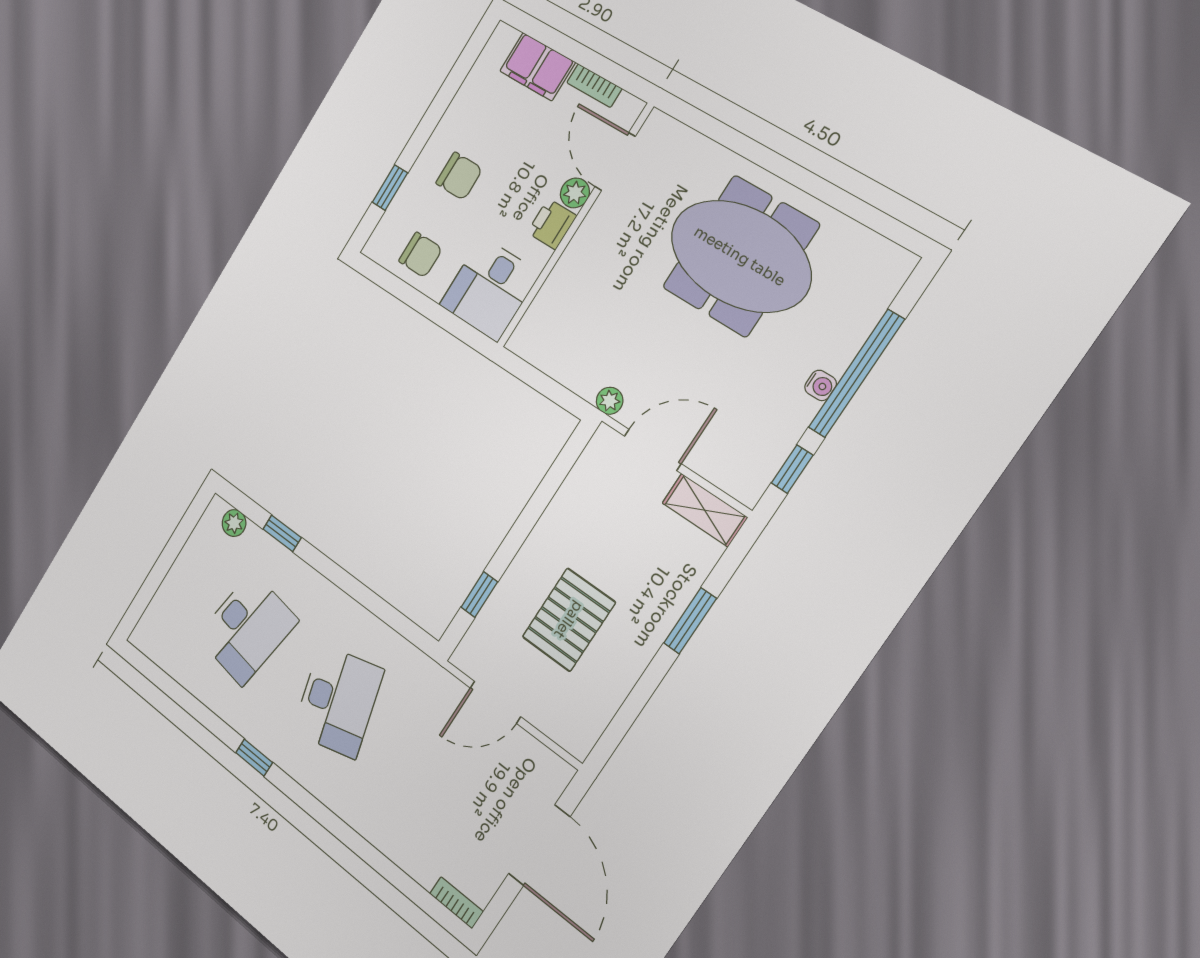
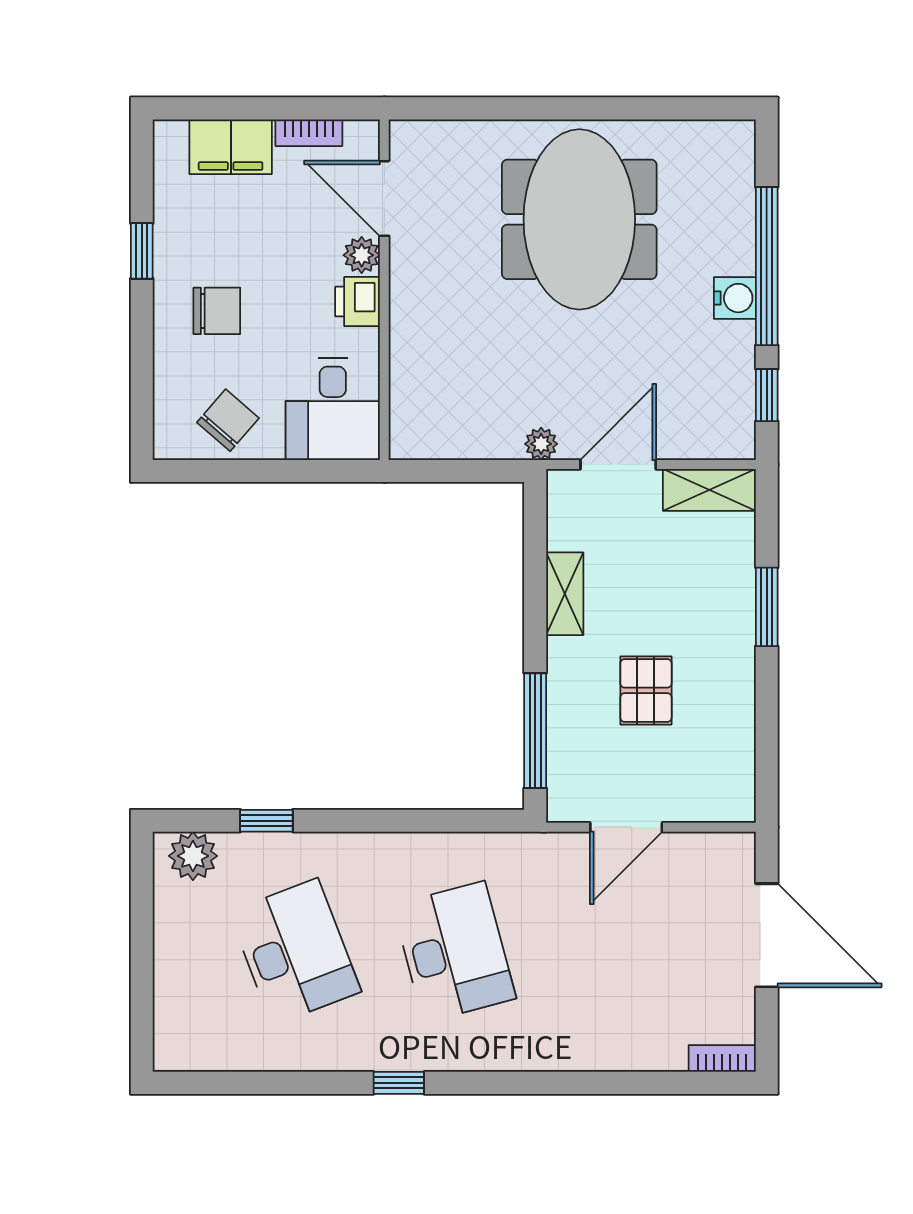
window: (390, 188) -> (142, 251), moved
chair: (420, 255) -> (228, 420), turned -49
meeting table: (740, 256) -> (579, 219), turned 90
water cooler: (821, 385) -> (735, 298), width x1.38, depth x1.38
shelving: (558, 515) -> (565, 594), added
plant: (234, 523) -> (193, 856), width x1.38, depth x1.38
window: (479, 595) -> (535, 731), width x2.17
pallet: (569, 620) -> (646, 690), width x0.67, depth x0.71
desk: (247, 629) -> (295, 952), turned -30

